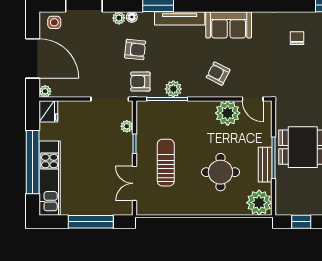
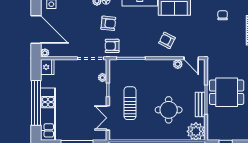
plant: (173, 89) -> (135, 51), removed
plant: (228, 113) -> (178, 64), width x0.53, depth x0.53

